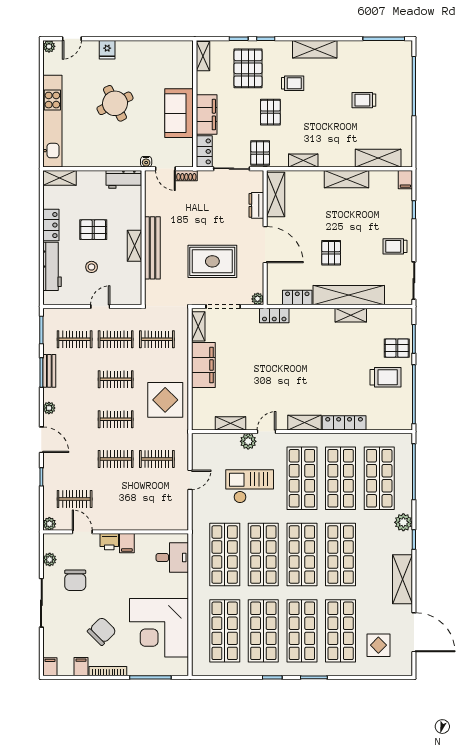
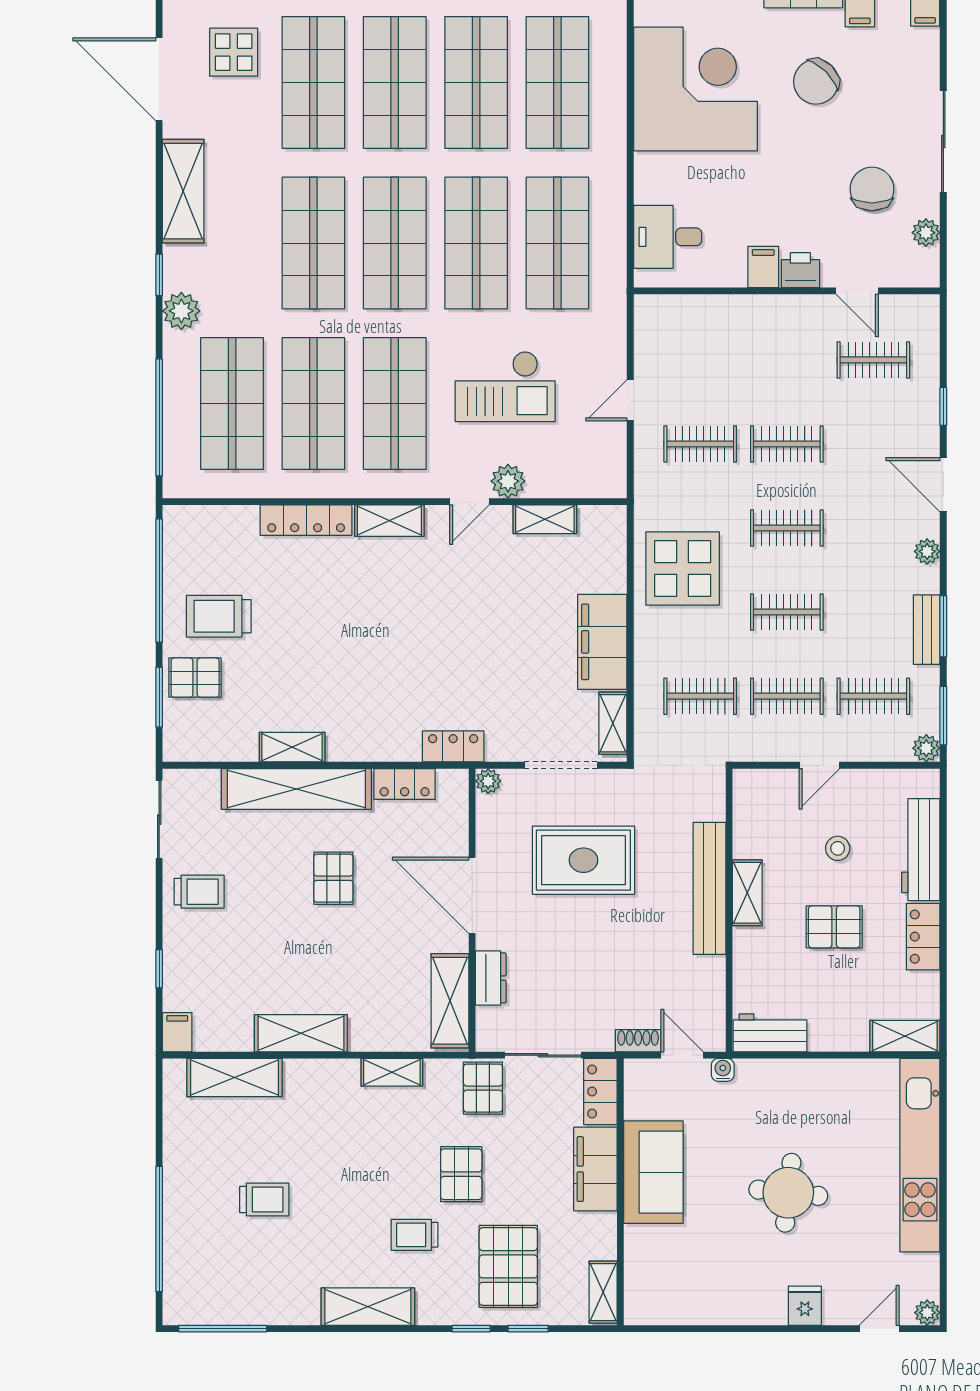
round table: (115, 103) -> (788, 1193), turned 32
plant: (49, 524) -> (926, 748), moved

